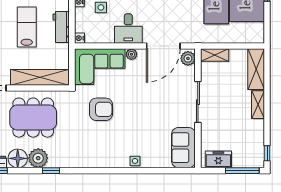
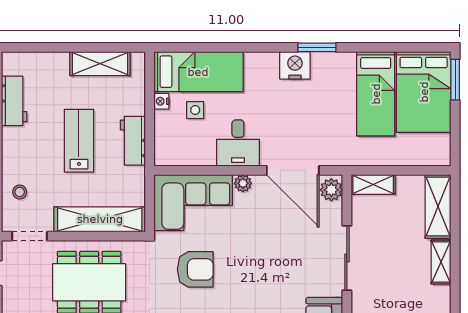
nightstand: (79, 38) -> (162, 158), removed
door: (163, 46) -> (293, 170), hinge flipped

